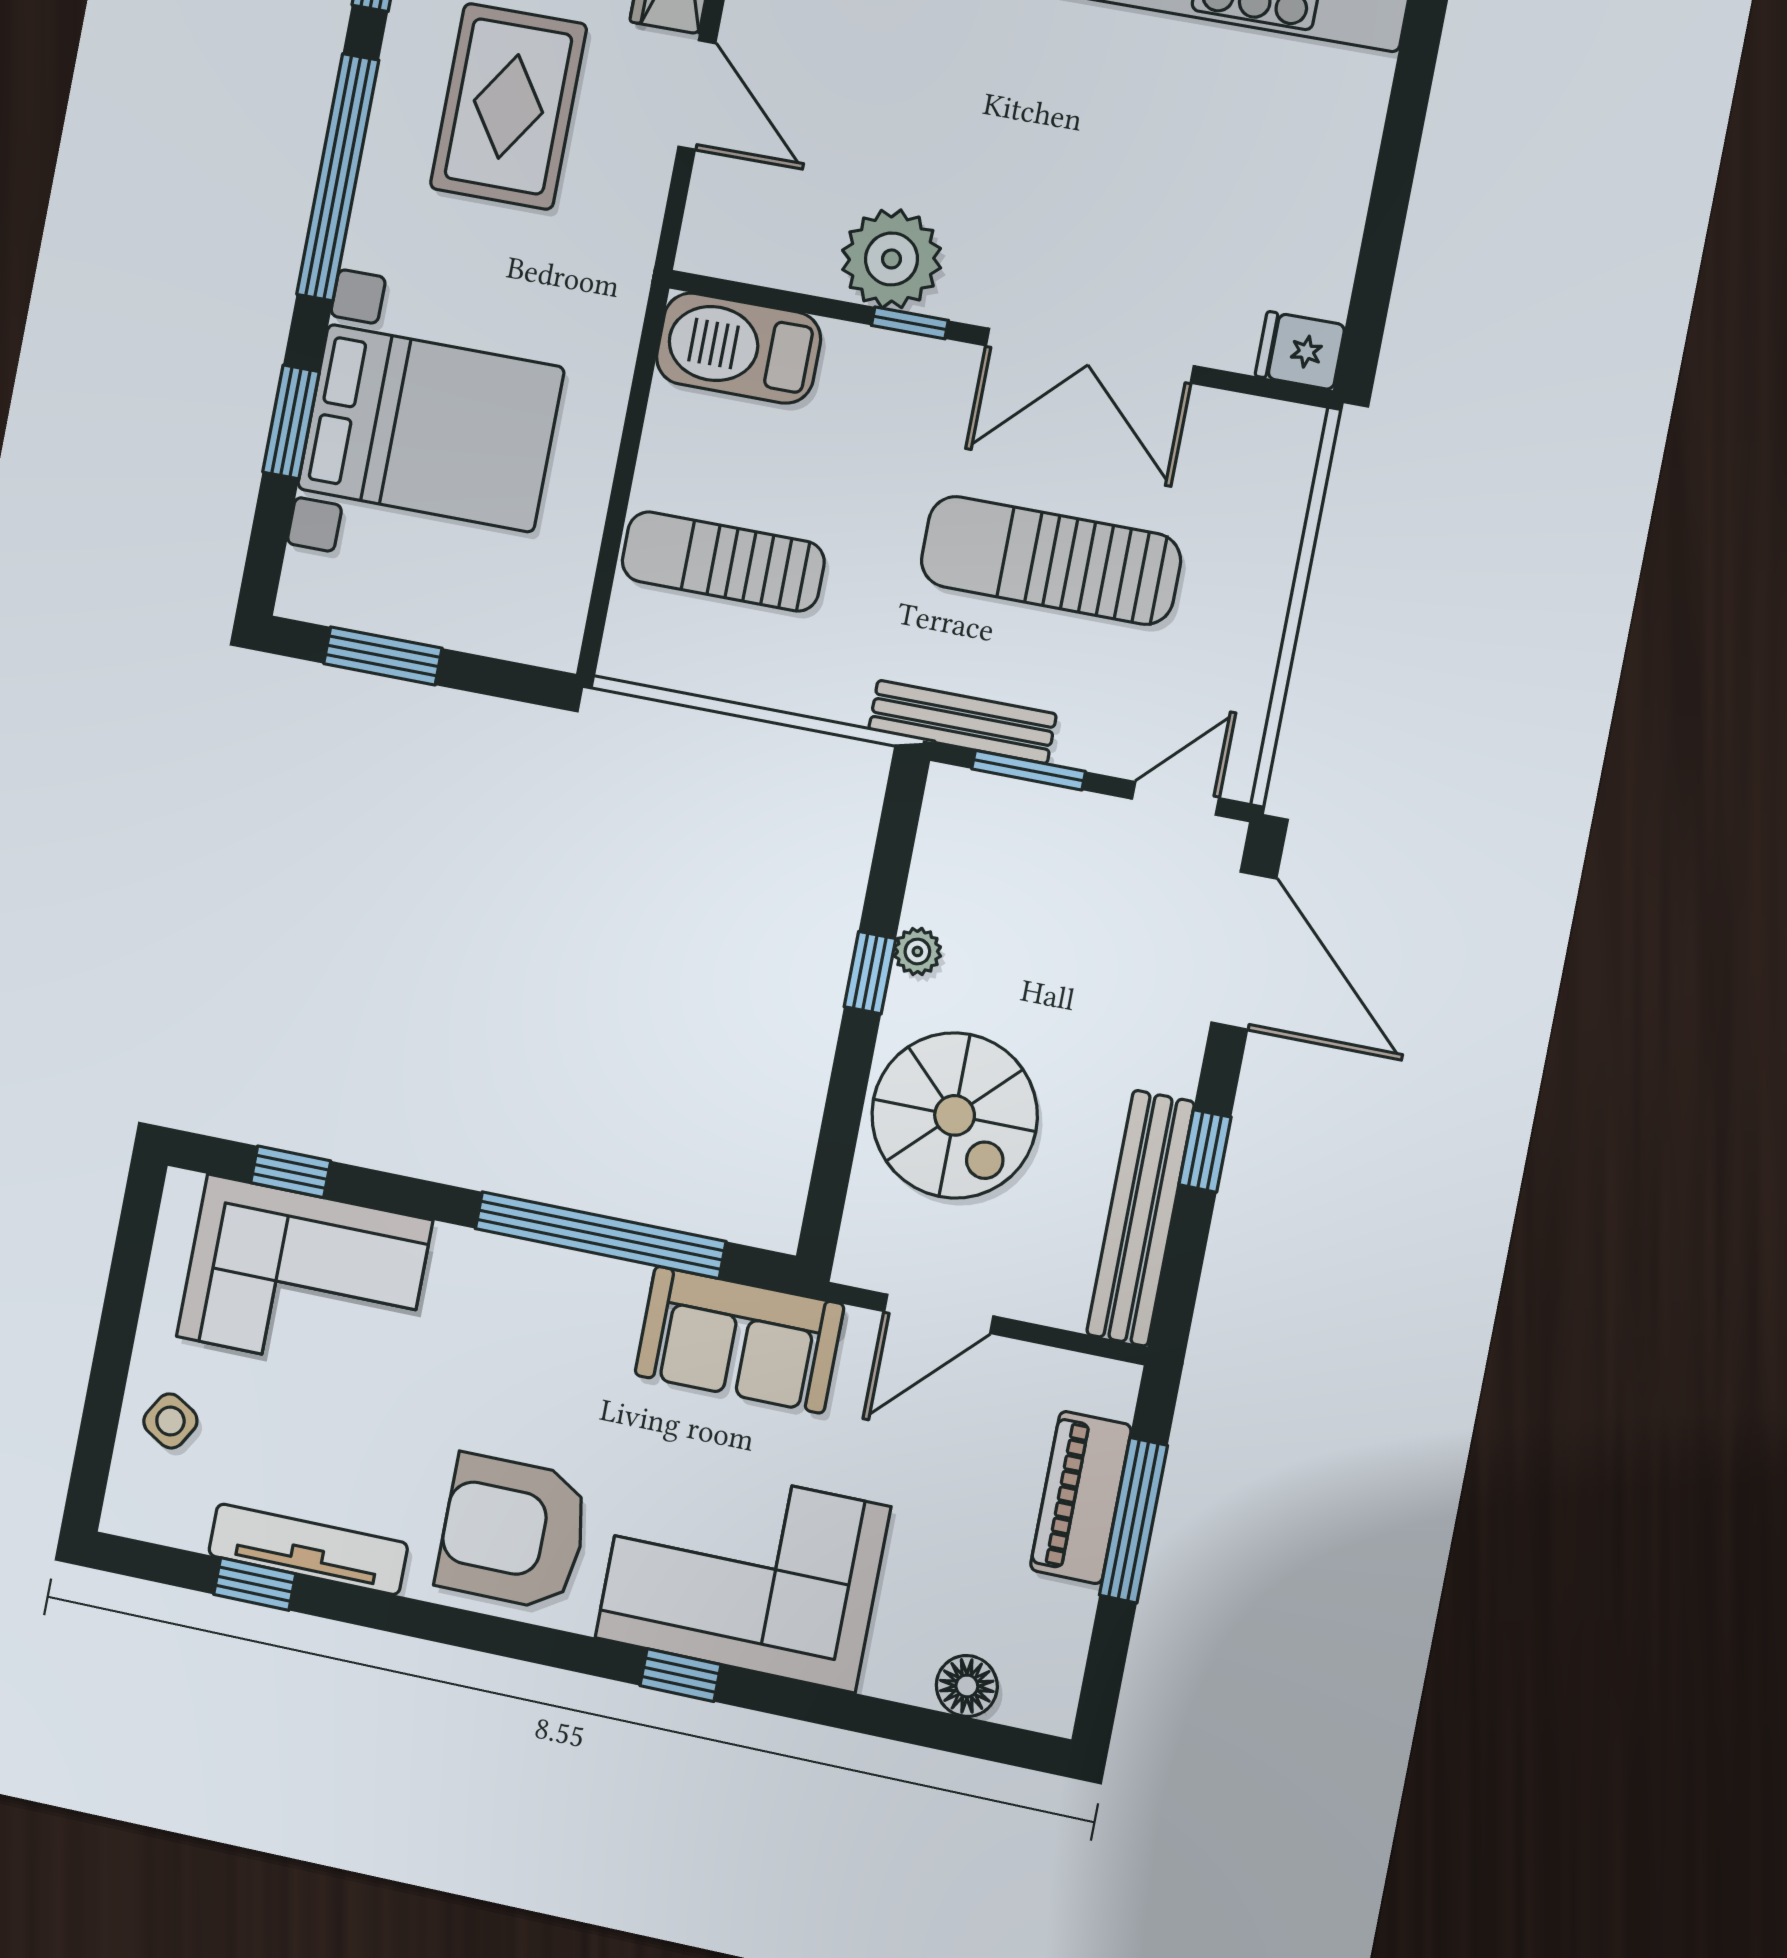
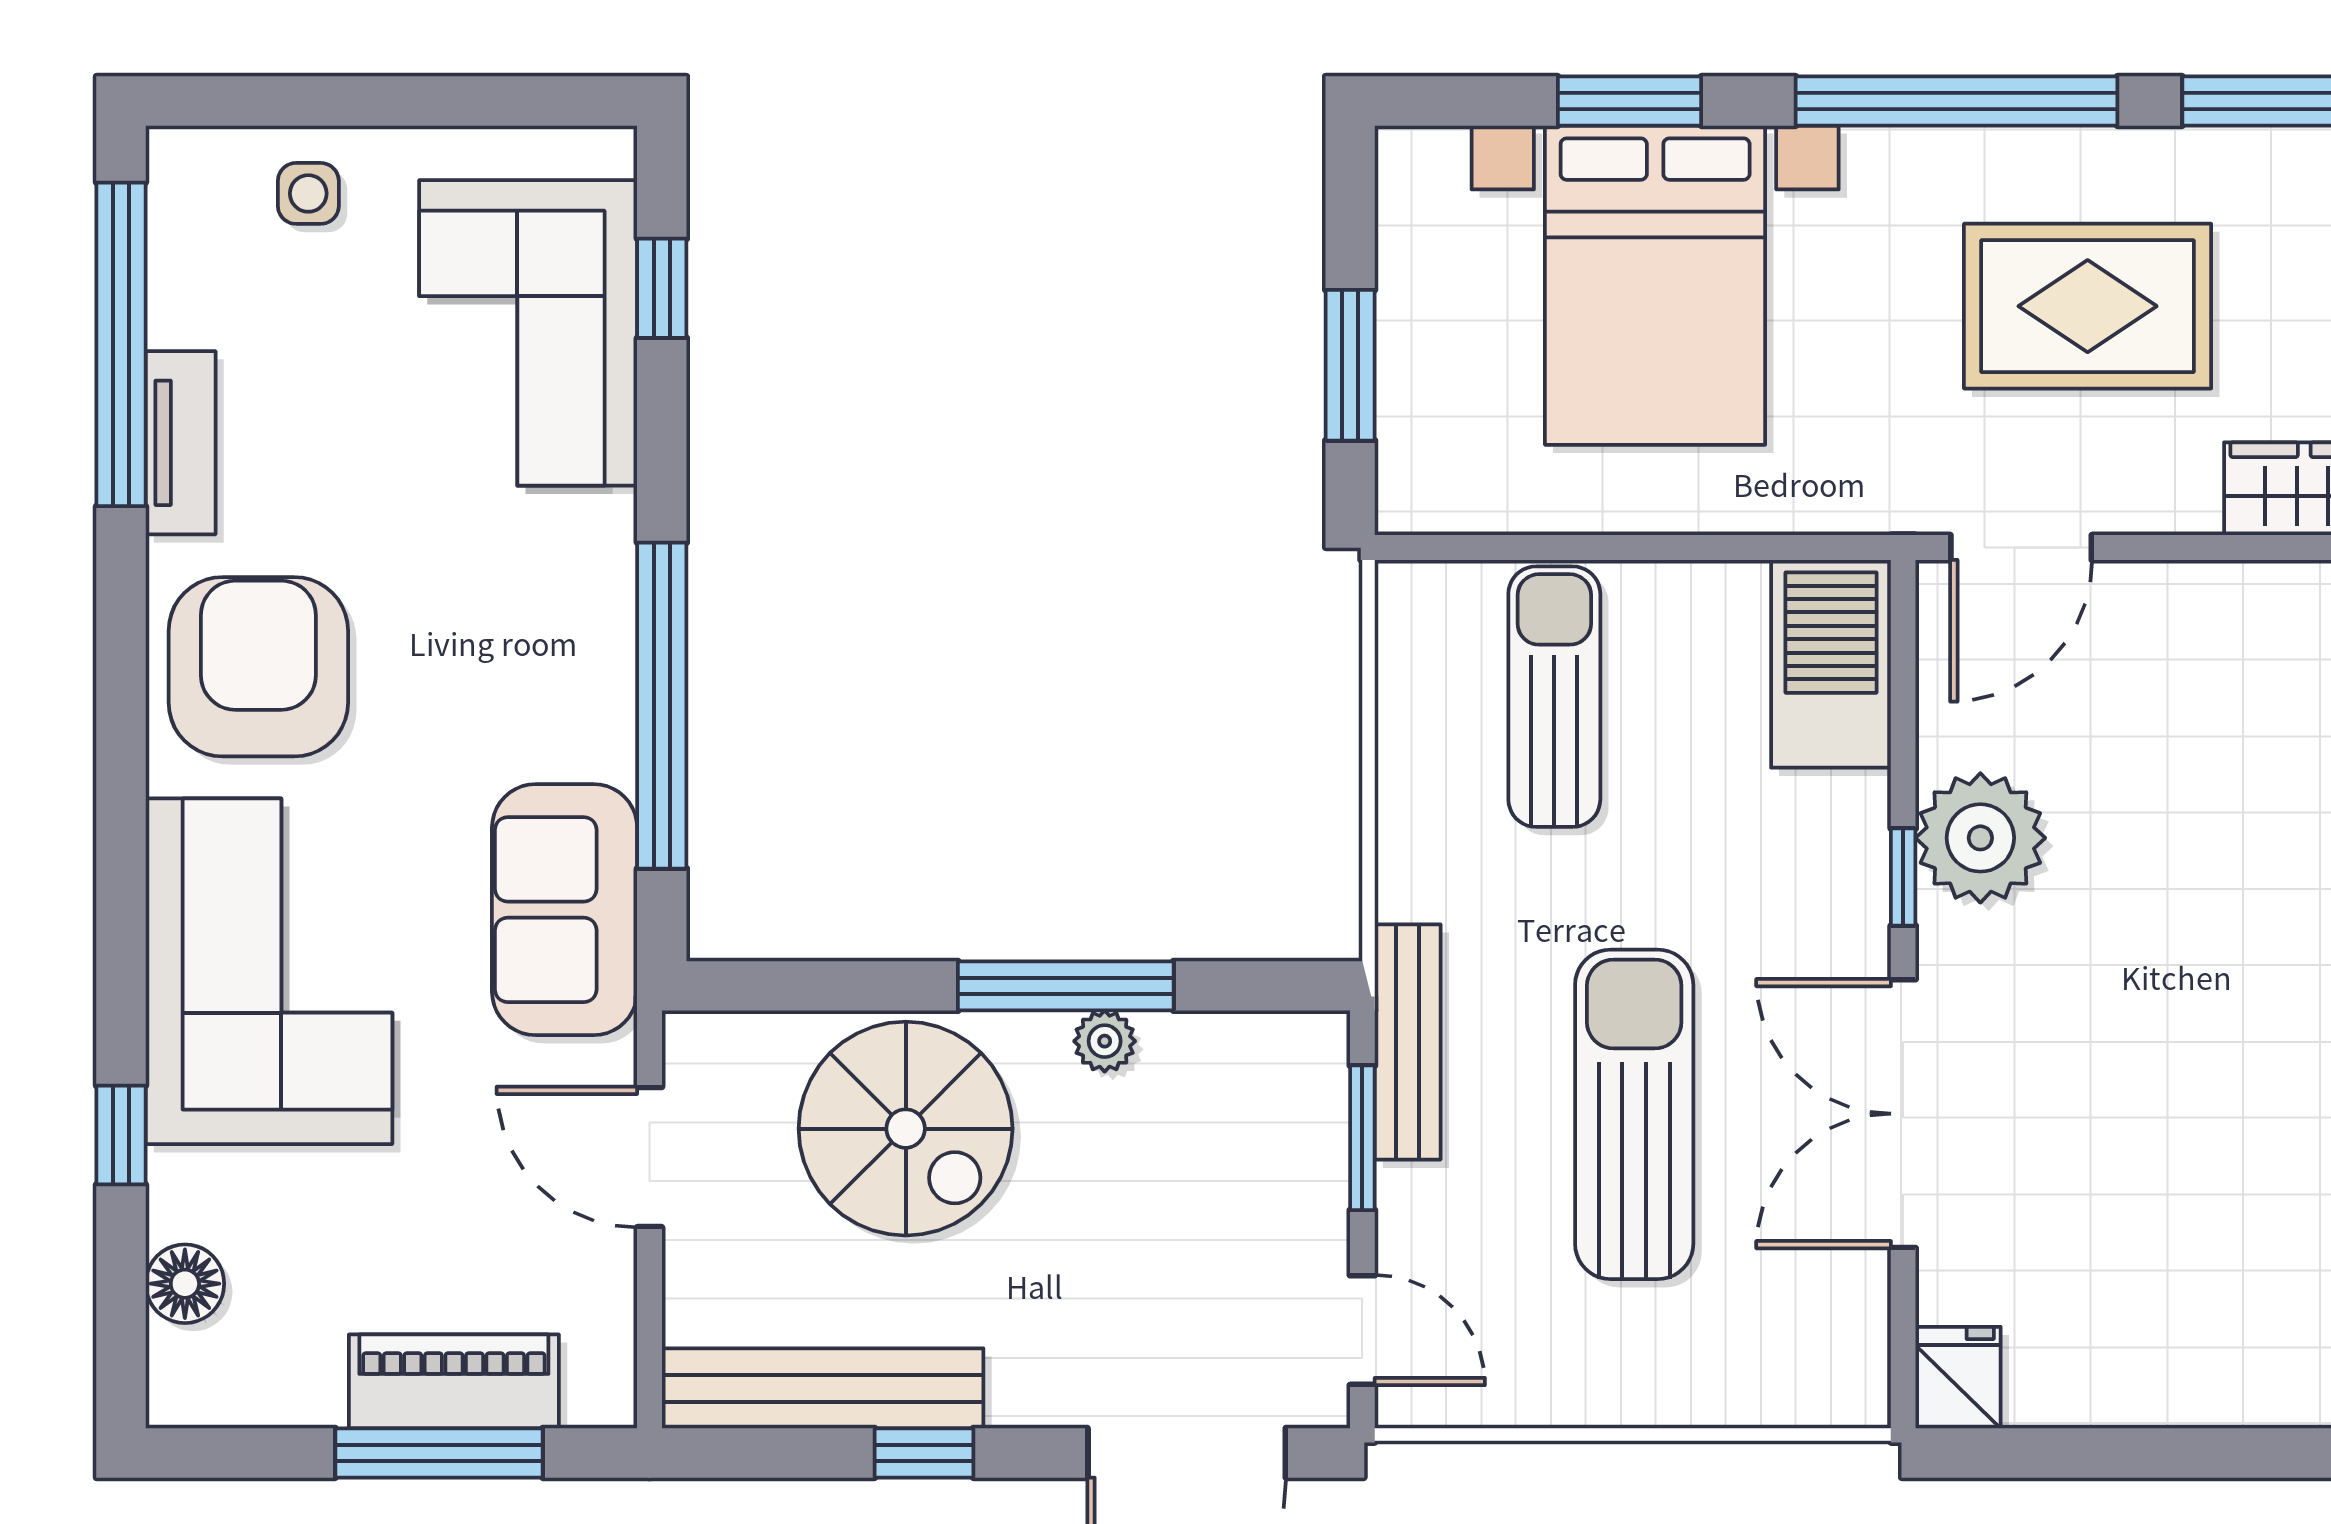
door: (697, 95) -> (2021, 548), moved
window: (383, 656) -> (1350, 365), moved
window: (870, 973) -> (1066, 986), width x2.17
spiral stairs: (955, 1115) -> (906, 1129), turned -90
side table: (170, 1421) -> (308, 193), turned -31
tv unit: (308, 1549) -> (181, 443), width x0.71
window: (255, 1584) -> (121, 344), width x3.17
window: (680, 1675) -> (121, 1135), moved

